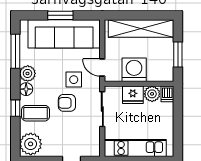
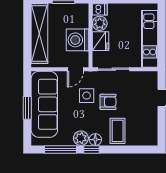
armchair: (67, 103) -> (108, 102), turned -90
window: (15, 108) -> (91, 149), moved
plant: (31, 144) -> (146, 135), removed

